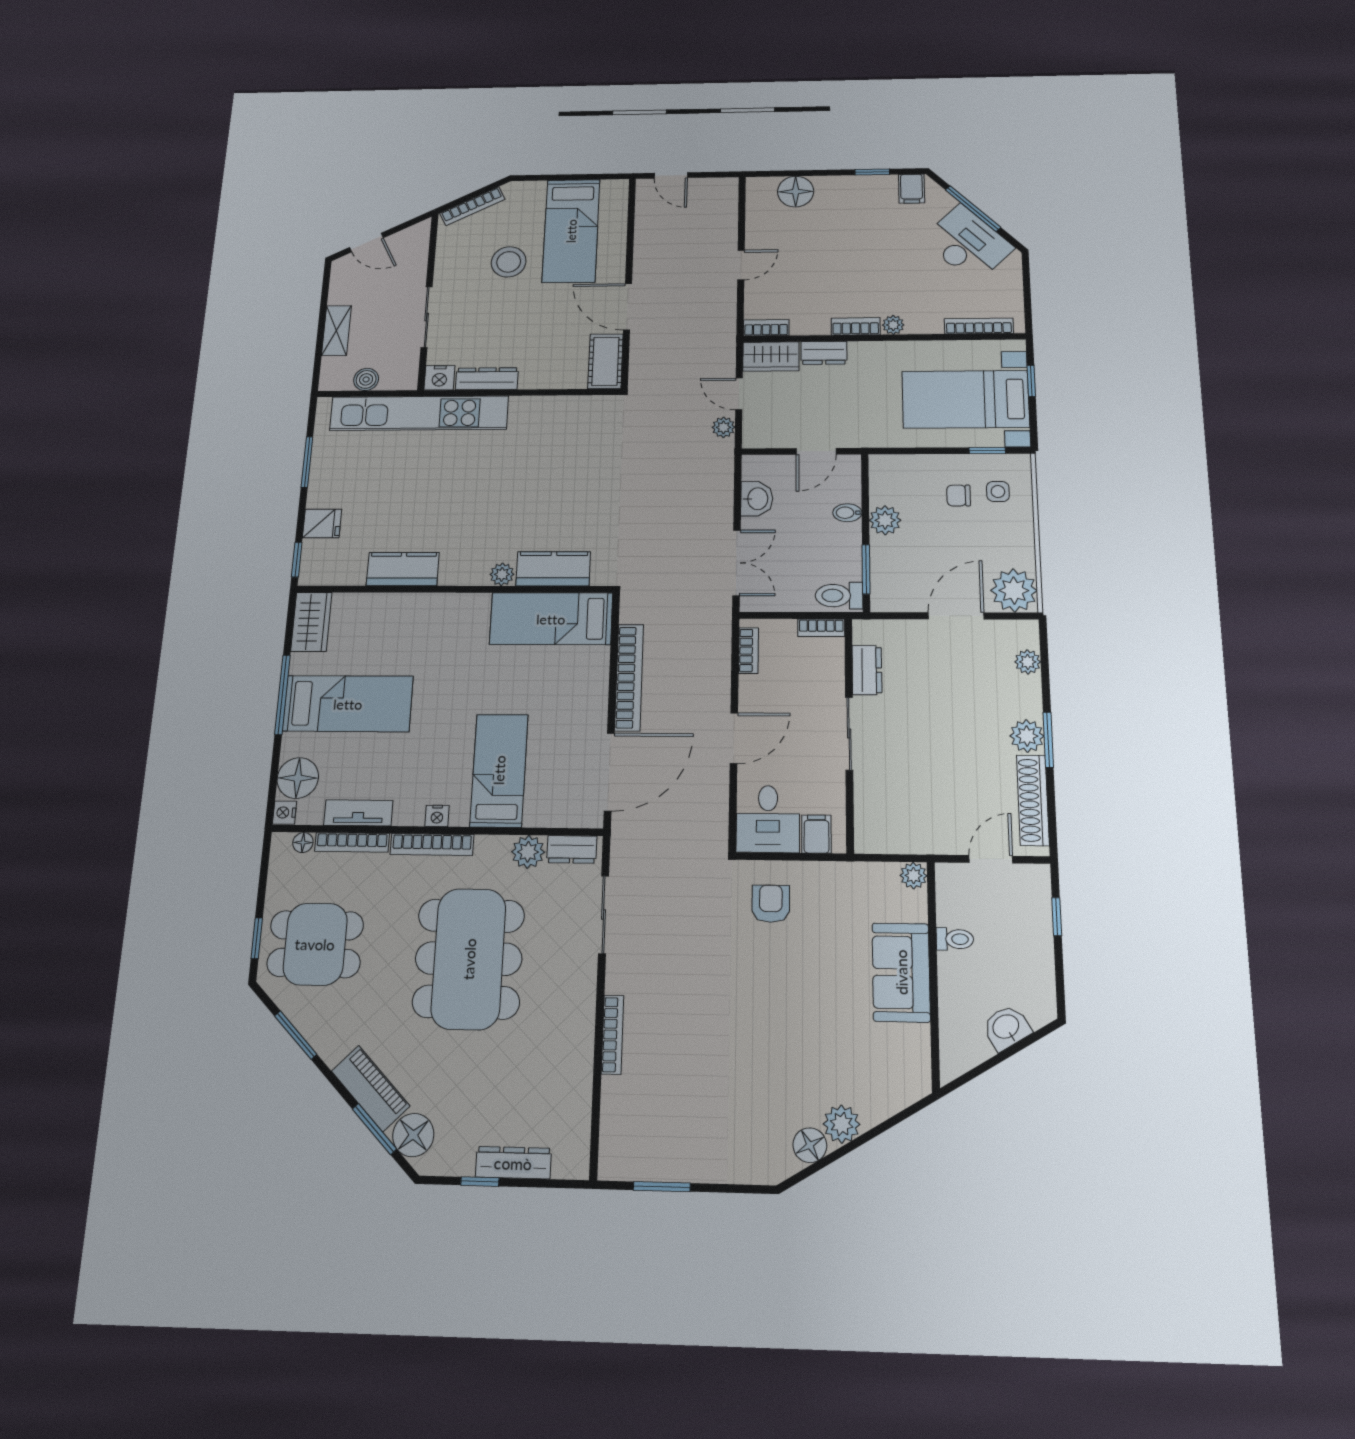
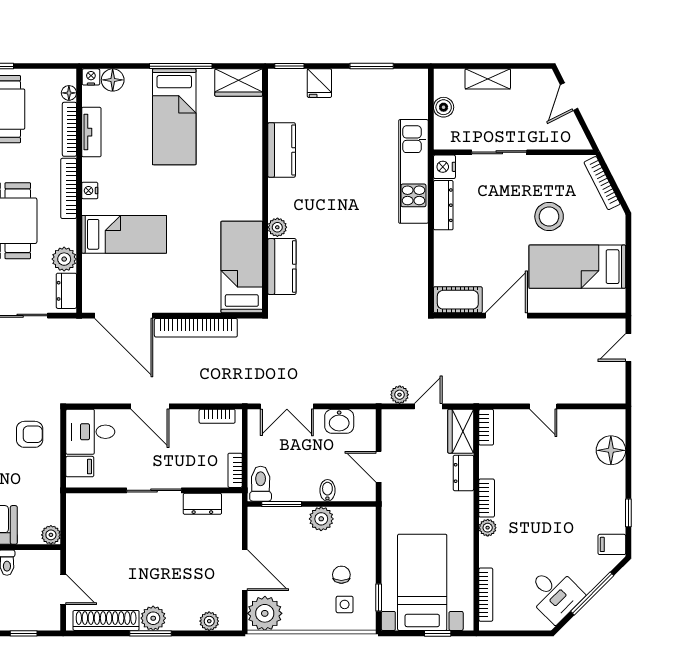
desk: (968, 244) -> (554, 594), width x0.73
kitchen unit: (419, 413) -> (413, 171), width x0.73
floor lamp: (298, 778) -> (113, 80), width x0.73, depth x0.73

